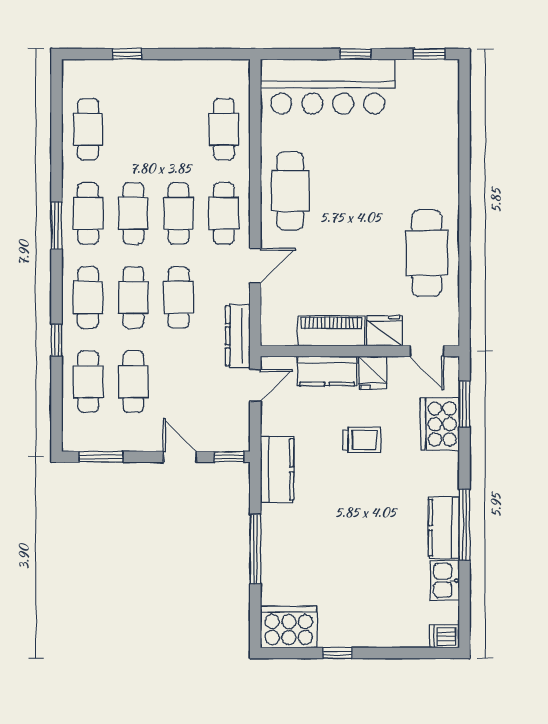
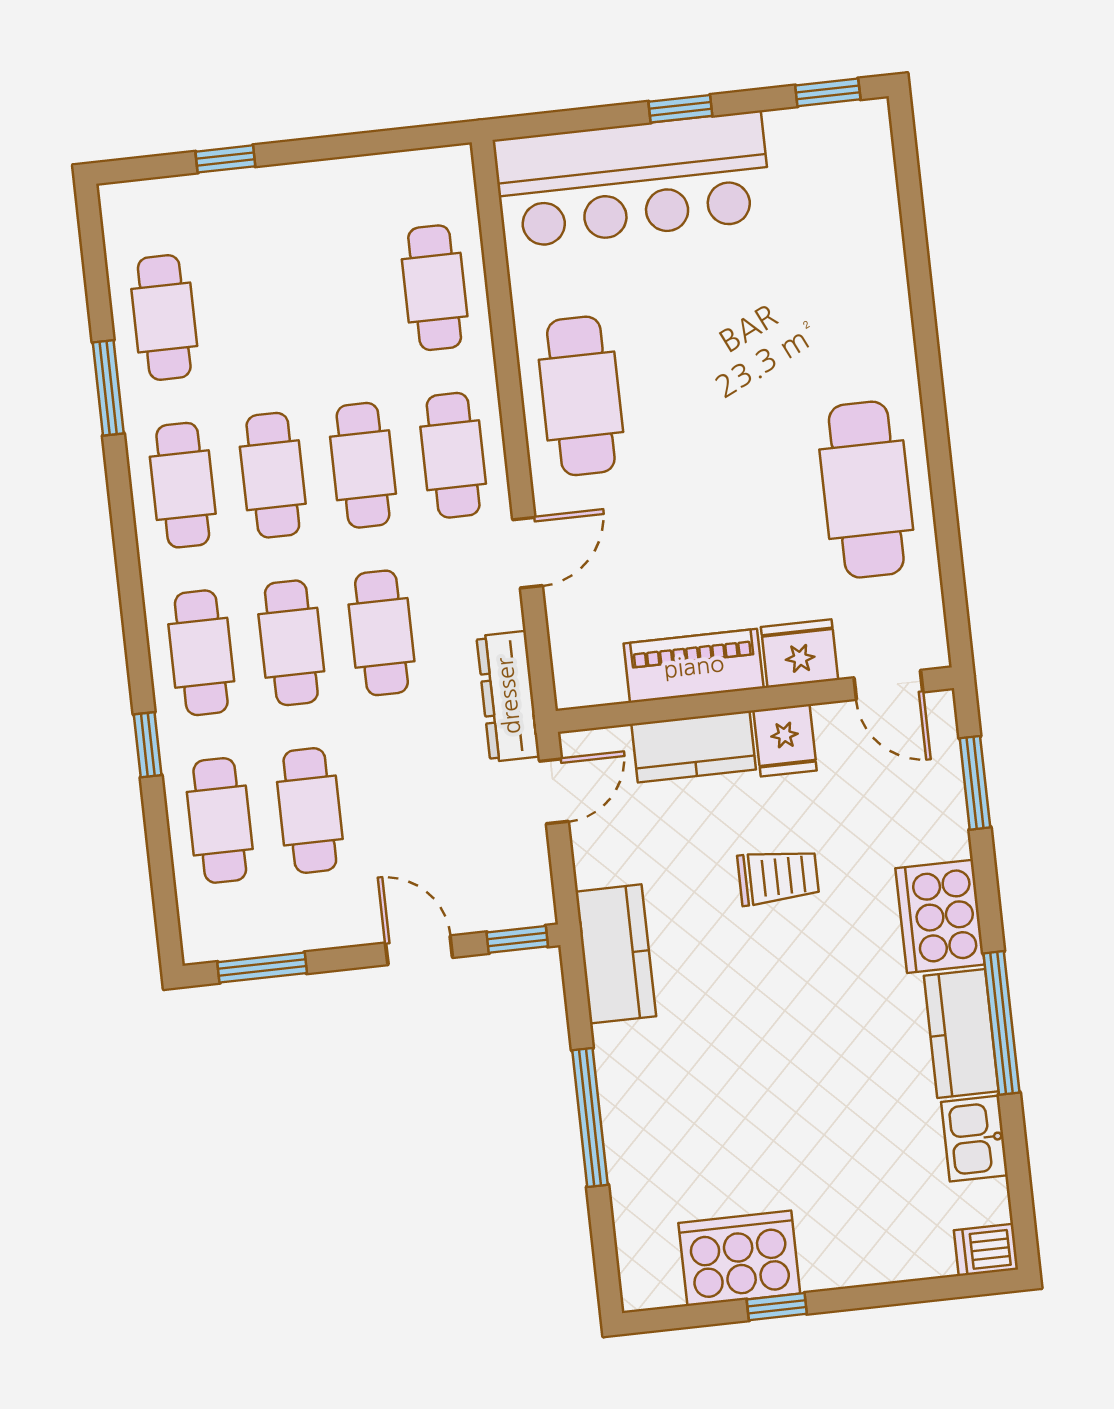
window: (57, 226) -> (108, 388), moved
cooker: (440, 424) -> (940, 916), moved
cooker: (289, 627) -> (739, 1258), moved

